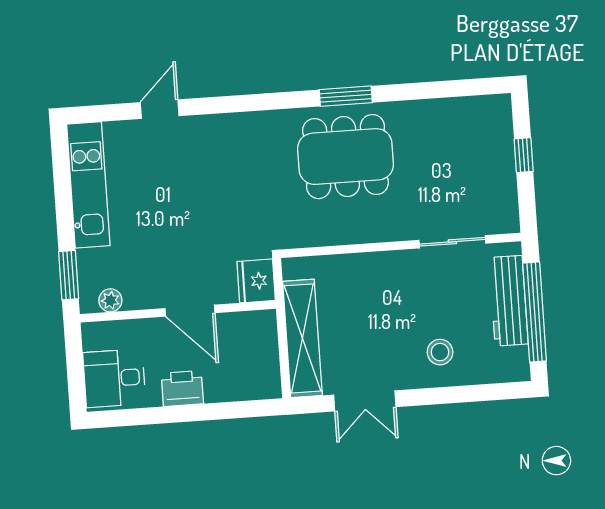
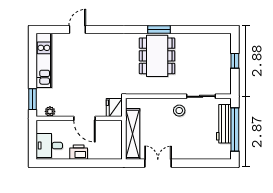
dining table: (345, 157) -> (157, 56), turned 90
stool: (440, 352) -> (179, 111), moved
double door: (365, 401) -> (158, 163), swing flipped

